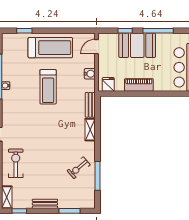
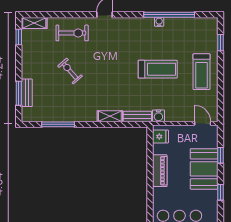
window: (158, 31) -> (220, 192), width x0.46
treadmill: (50, 48) -> (202, 72), width x0.73, depth x0.73
water cooler: (90, 74) -> (158, 116), moved
treadmill: (48, 87) -> (158, 69), turned 180
exercise bike: (79, 168) -> (70, 71), moved
bench: (45, 204) -> (27, 93), moved

